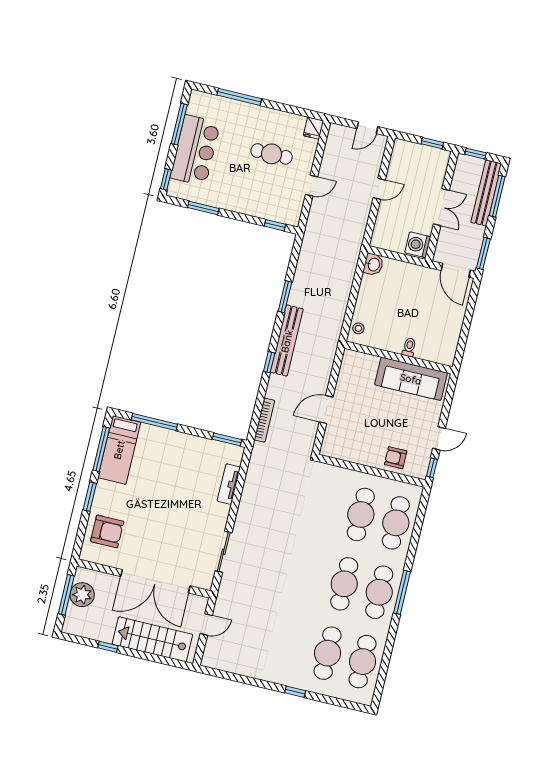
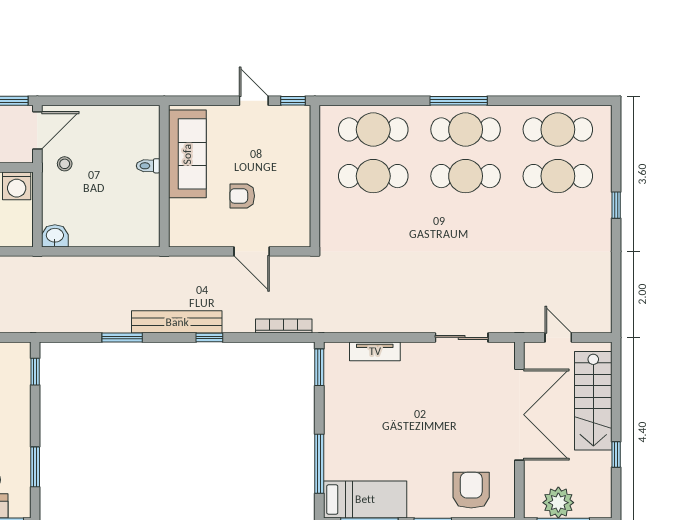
stool: (358, 328) -> (65, 164), moved
armchair: (396, 458) -> (242, 196), moved, turned 90

